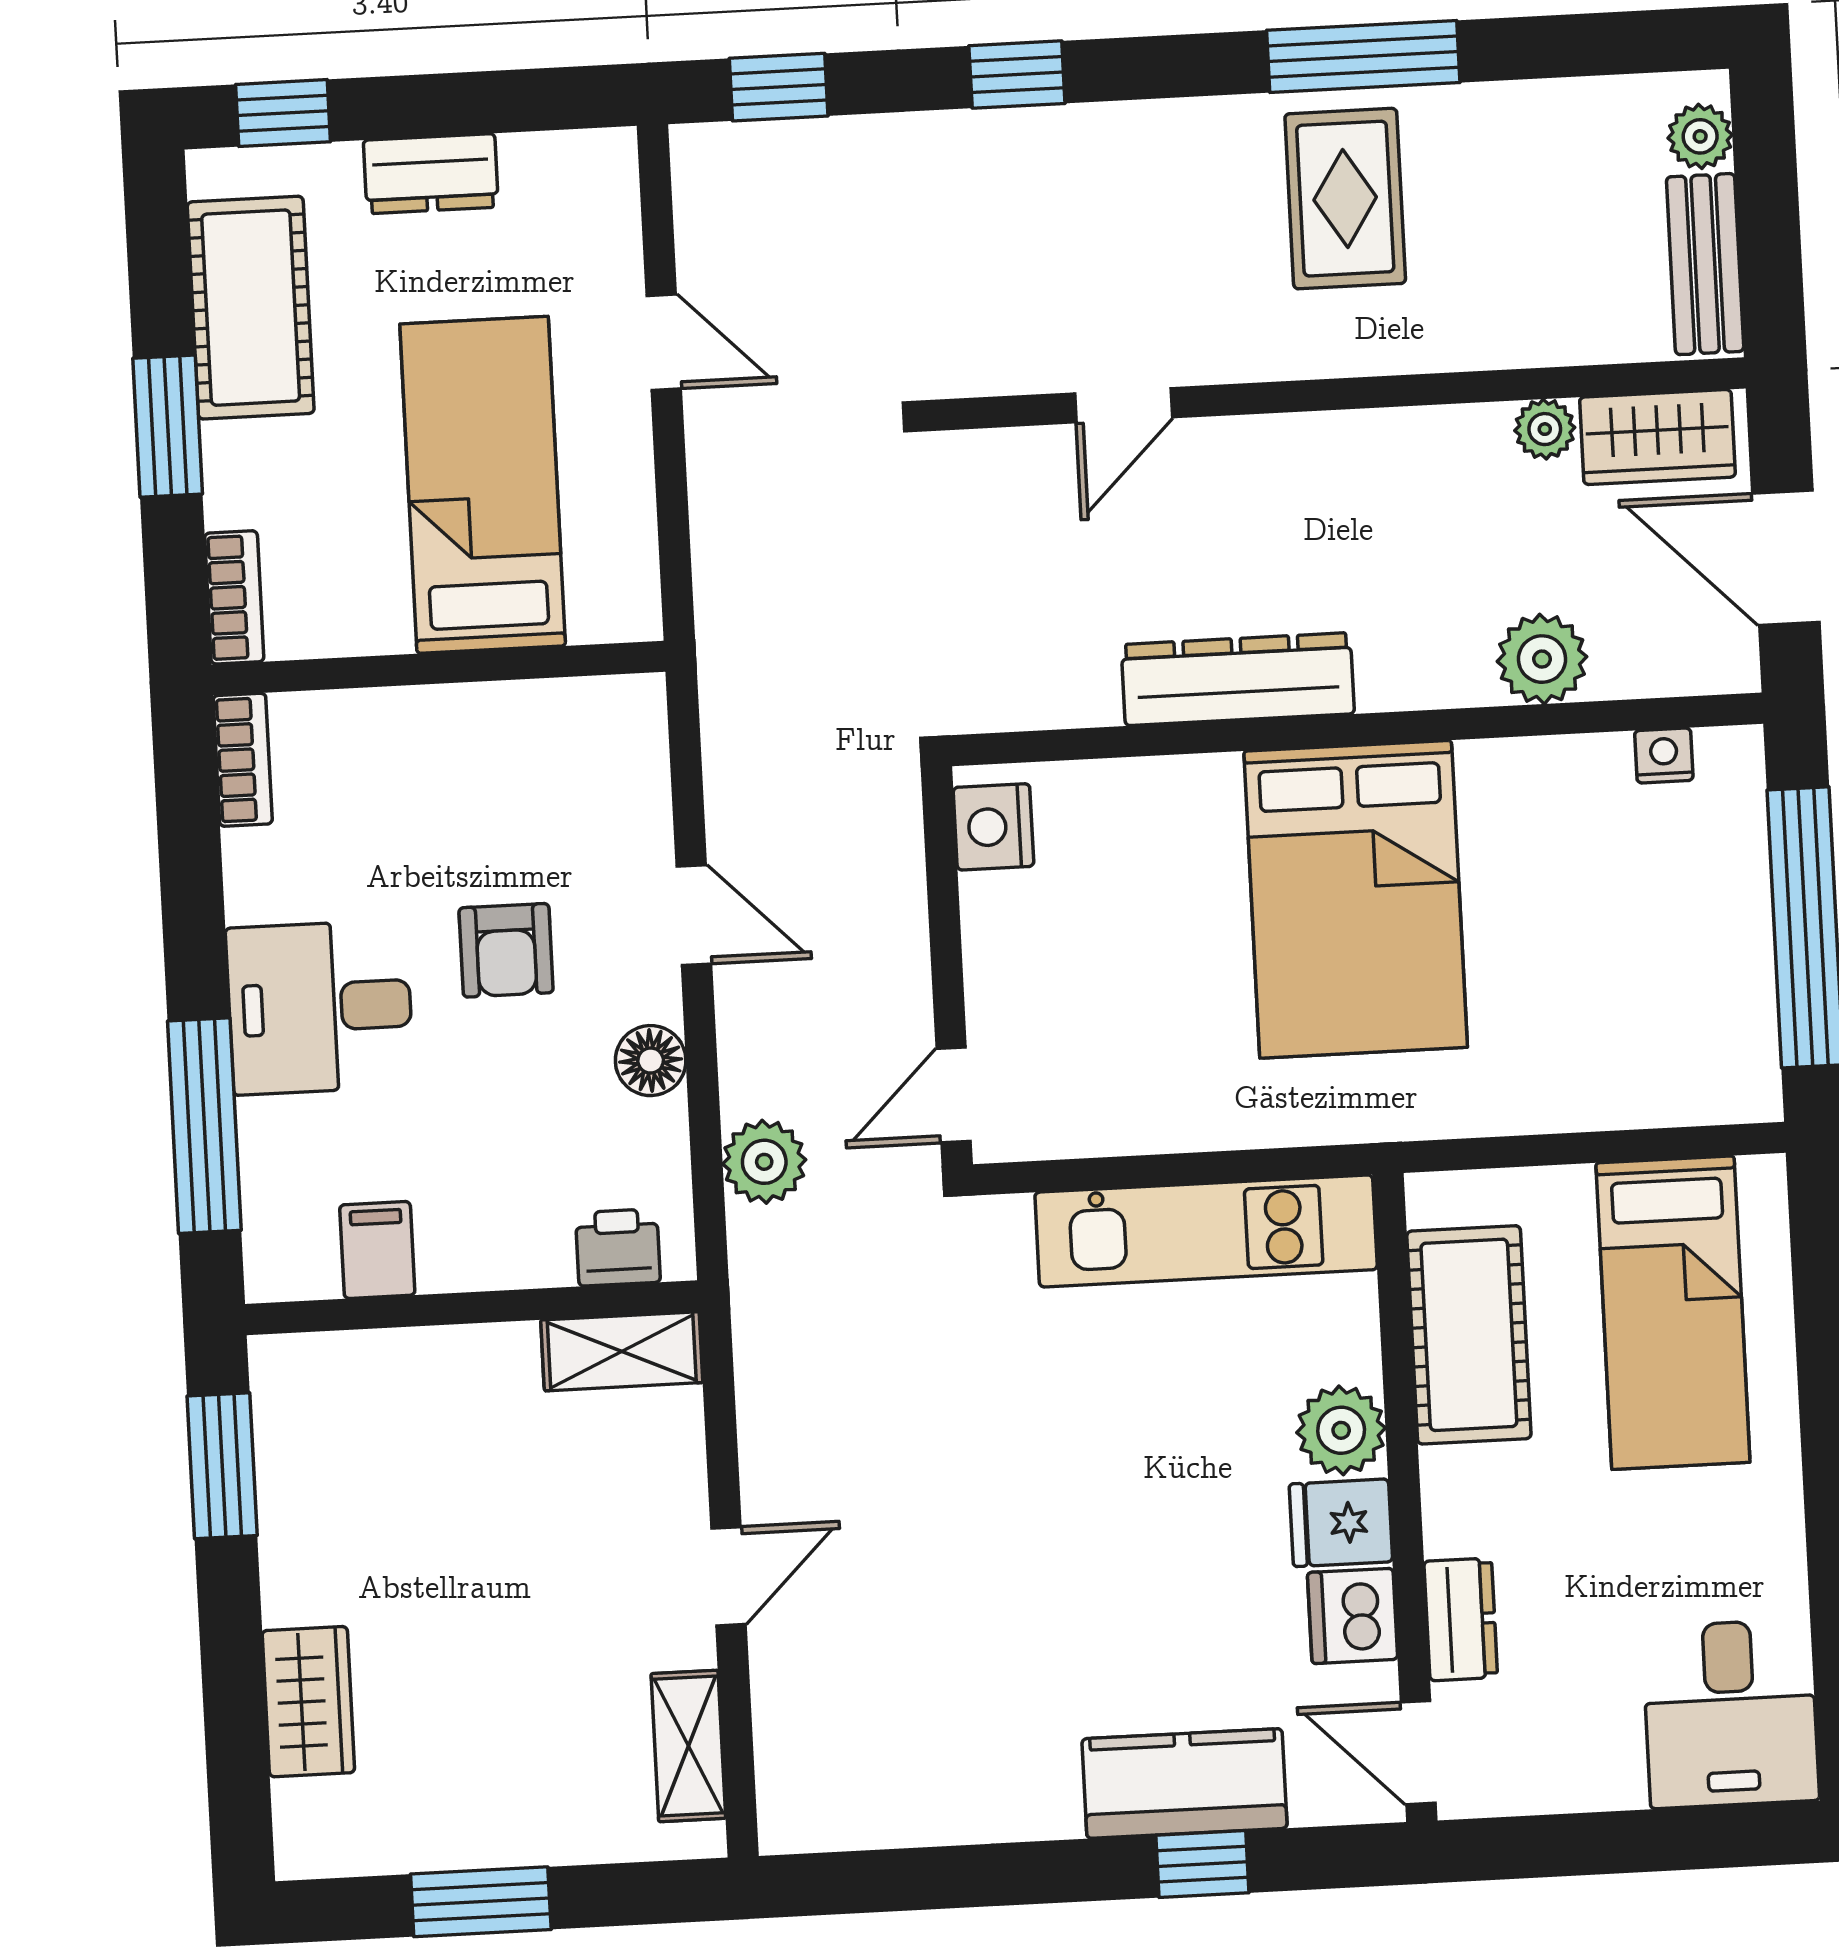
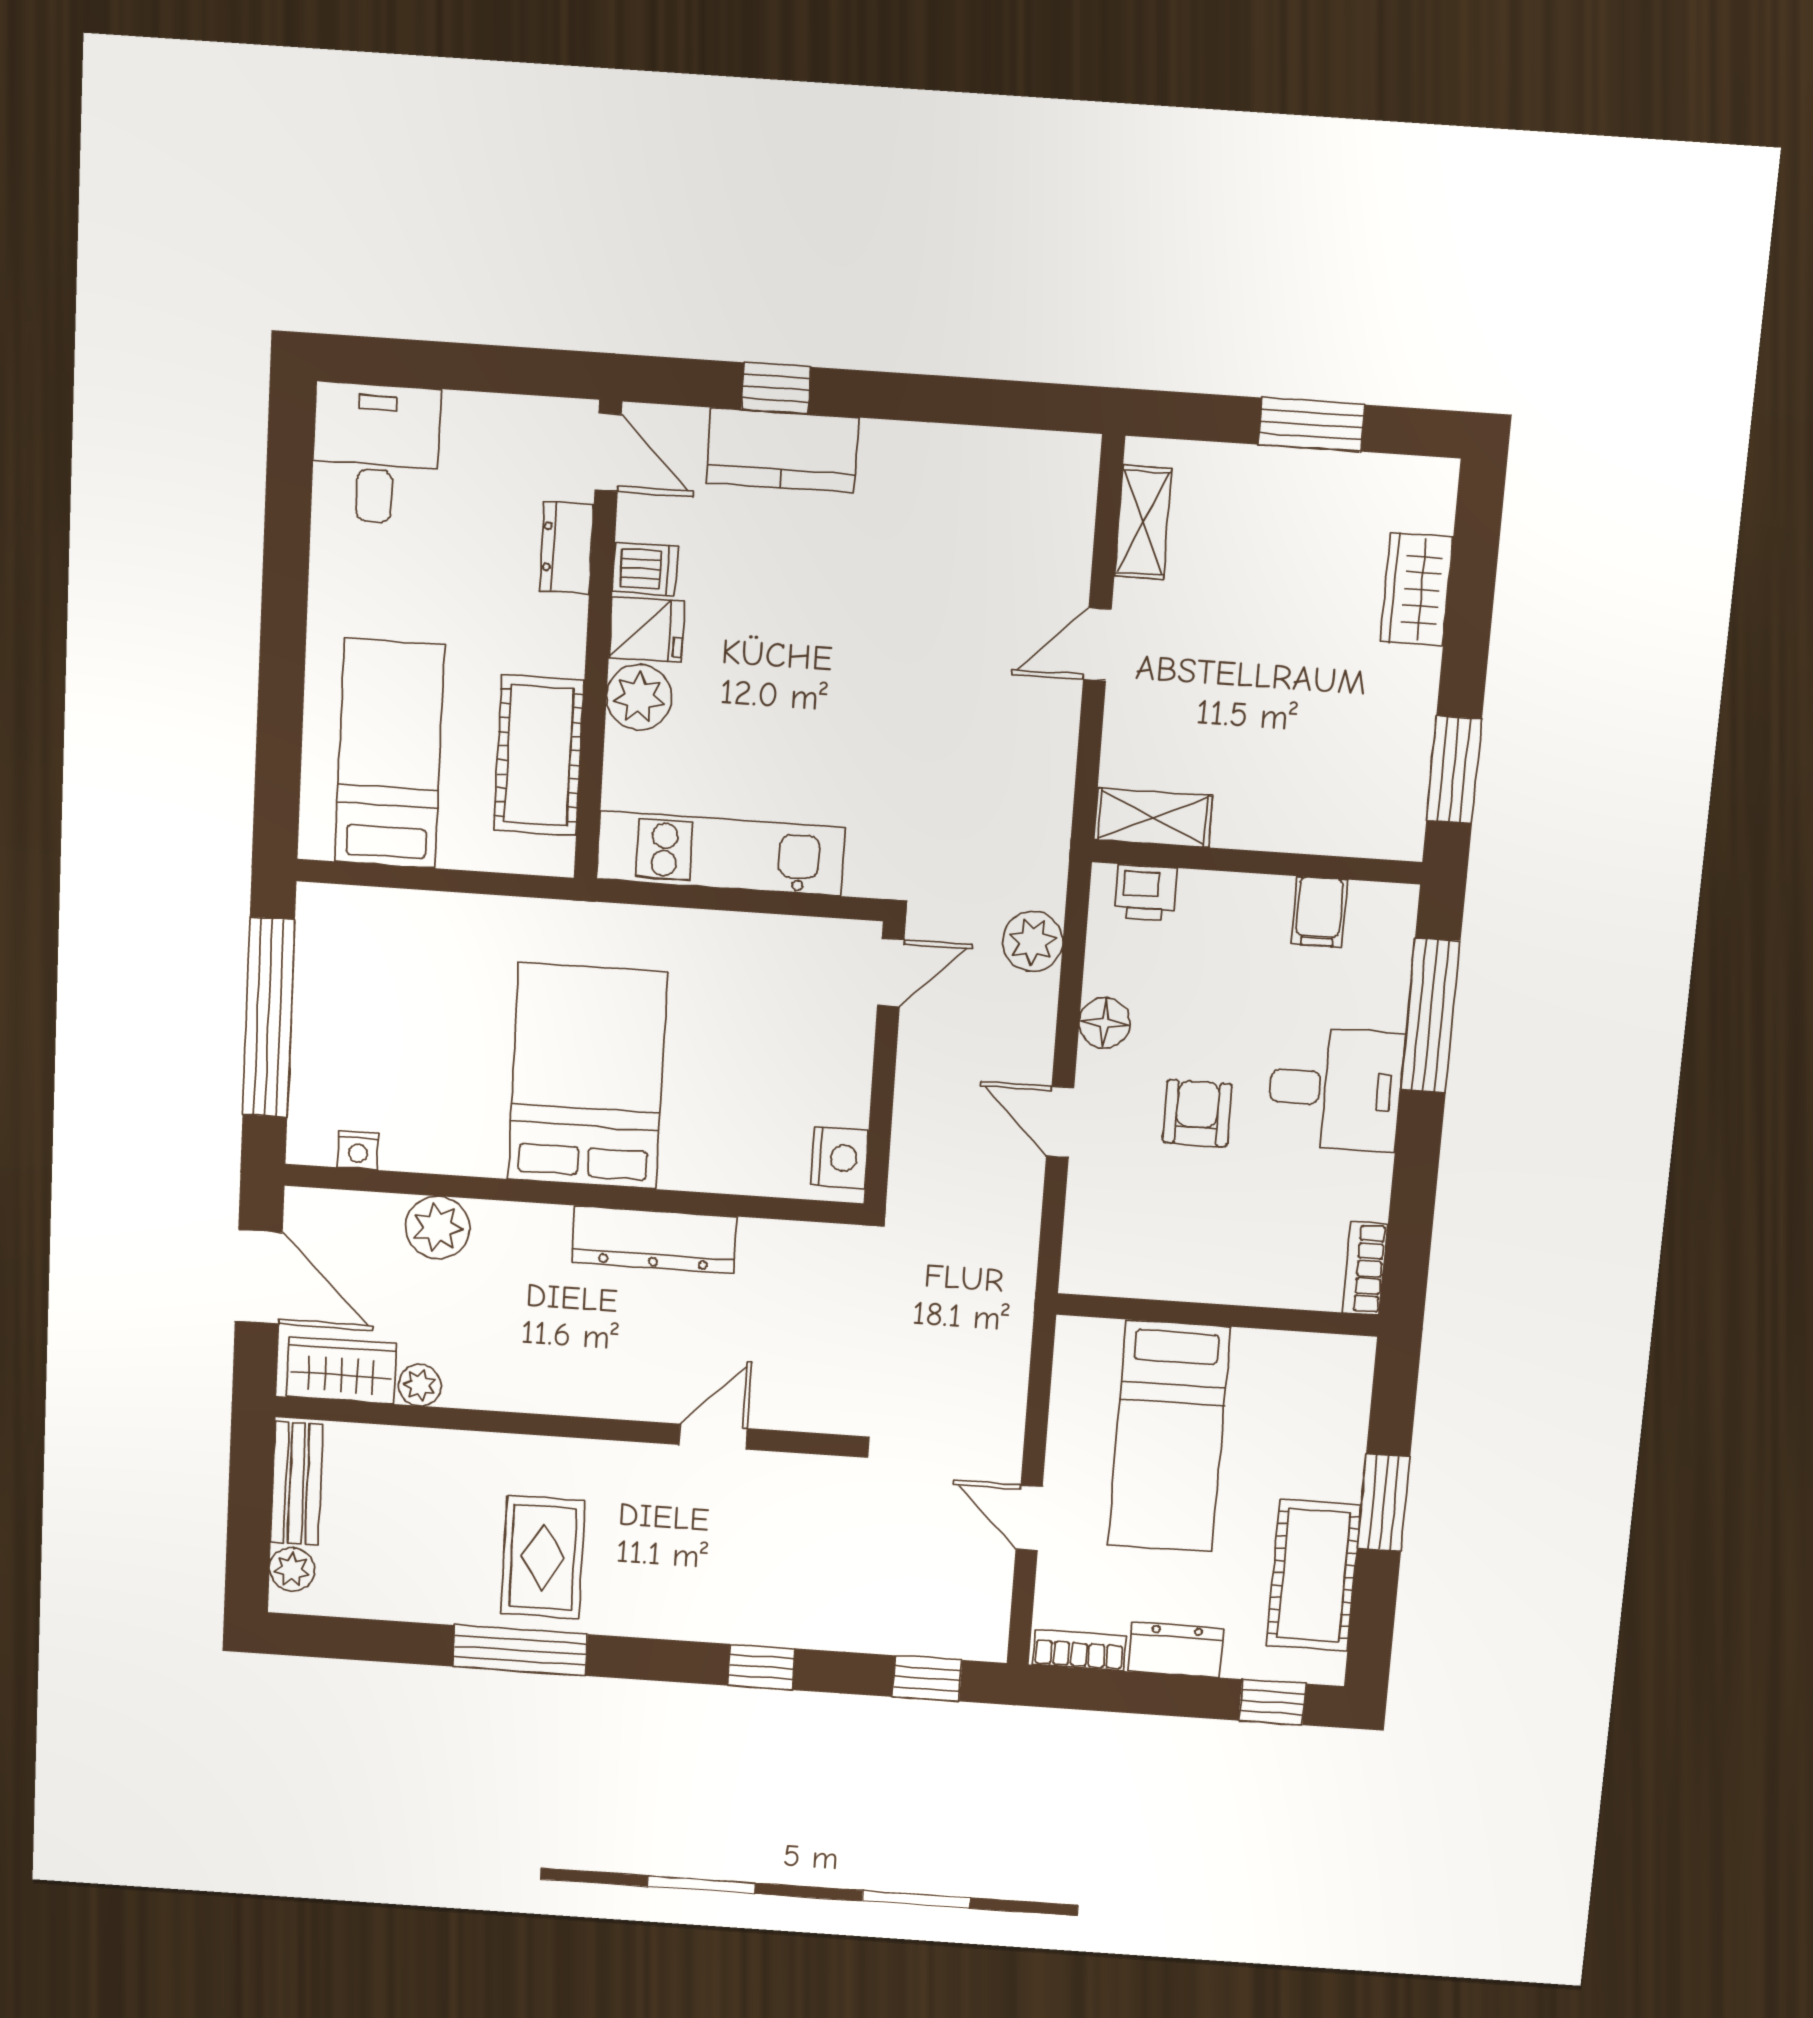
bookcase: (234, 597) -> (1079, 1650), moved, turned 90
dishwasher: (1353, 1616) -> (645, 569), width x0.73

